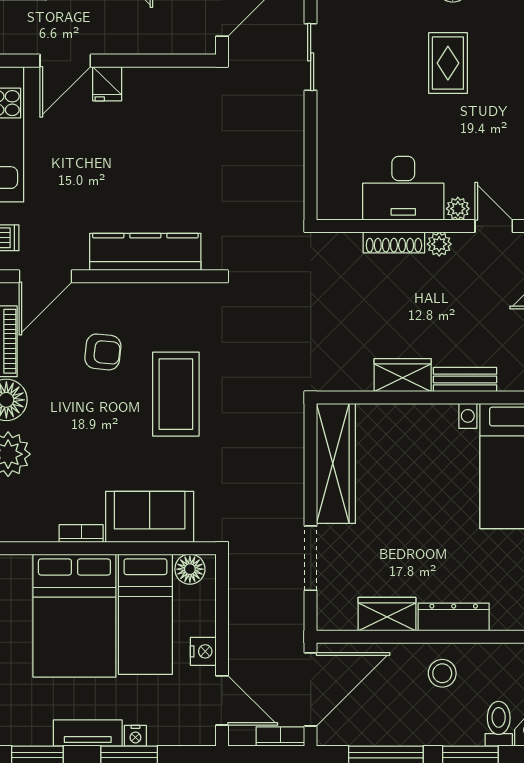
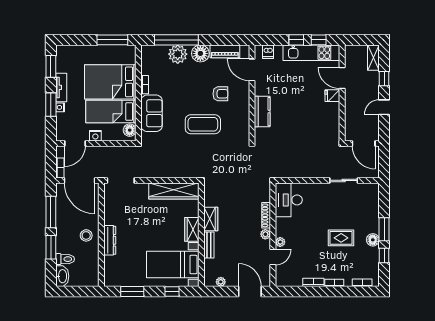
desk: (403, 188) -> (289, 200), moved
kitchen counter: (145, 252) -> (262, 112), width x0.67
armchair: (103, 352) -> (220, 94), turned -96
doorway: (311, 558) -> (121, 180), moved
wardrobe: (387, 614) -> (192, 229), moved, turned 180

